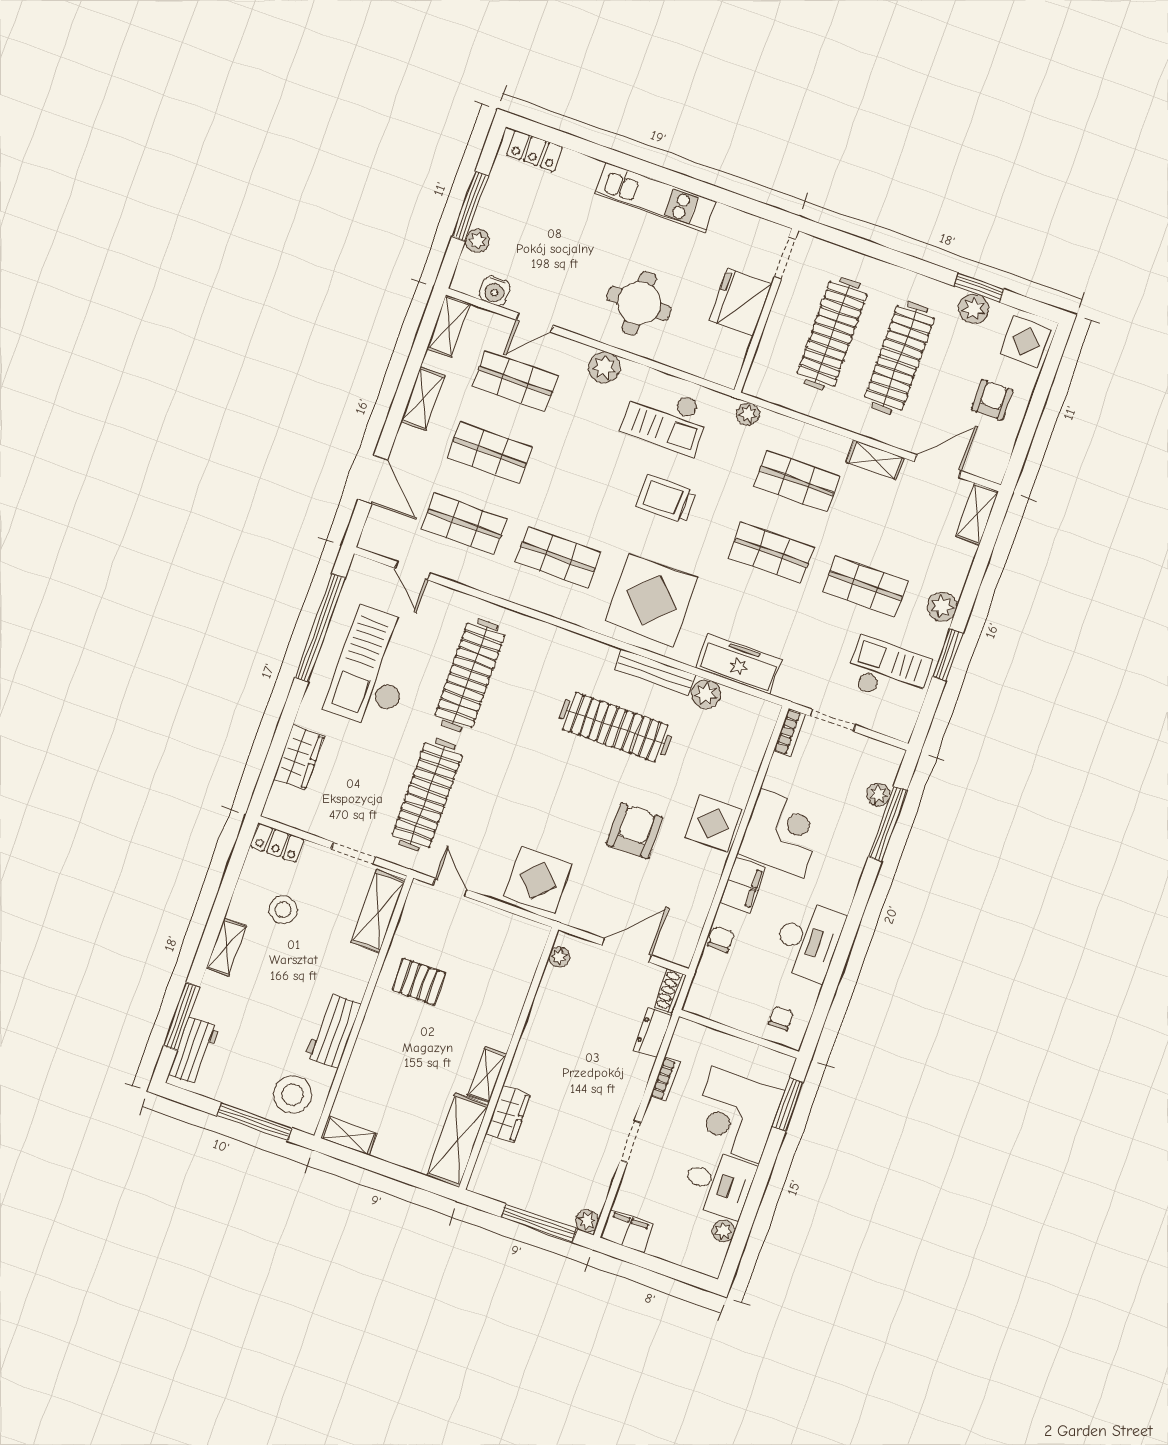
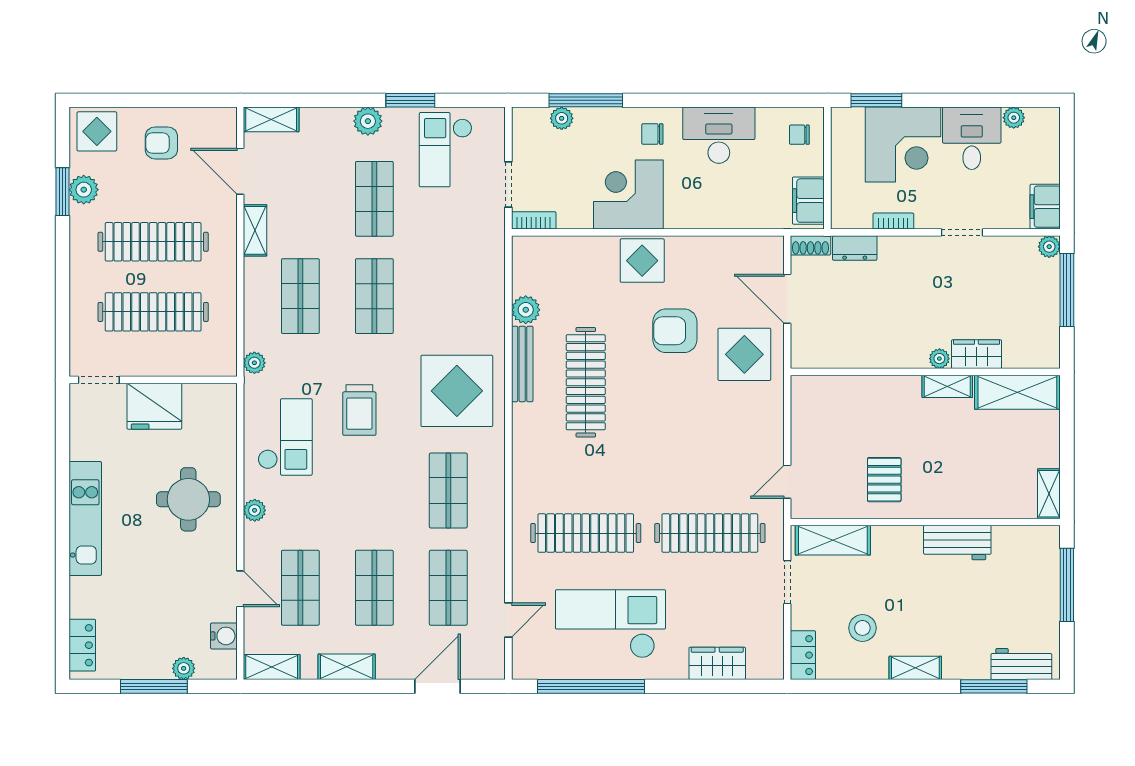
plant: (604, 367) -> (255, 510), width x0.73, depth x0.73
freezer: (739, 664) -> (487, 289), removed
checkout: (374, 668) -> (610, 624), turned 180
display table: (538, 880) -> (744, 354), moved
filing cabinet: (743, 885) -> (808, 201), moved, turned -90
chair: (721, 939) -> (652, 134), moved
plant: (559, 957) -> (939, 359), moved
stool: (293, 1095) -> (1029, 559), removed

